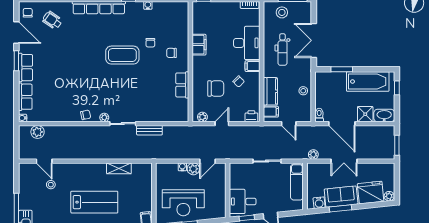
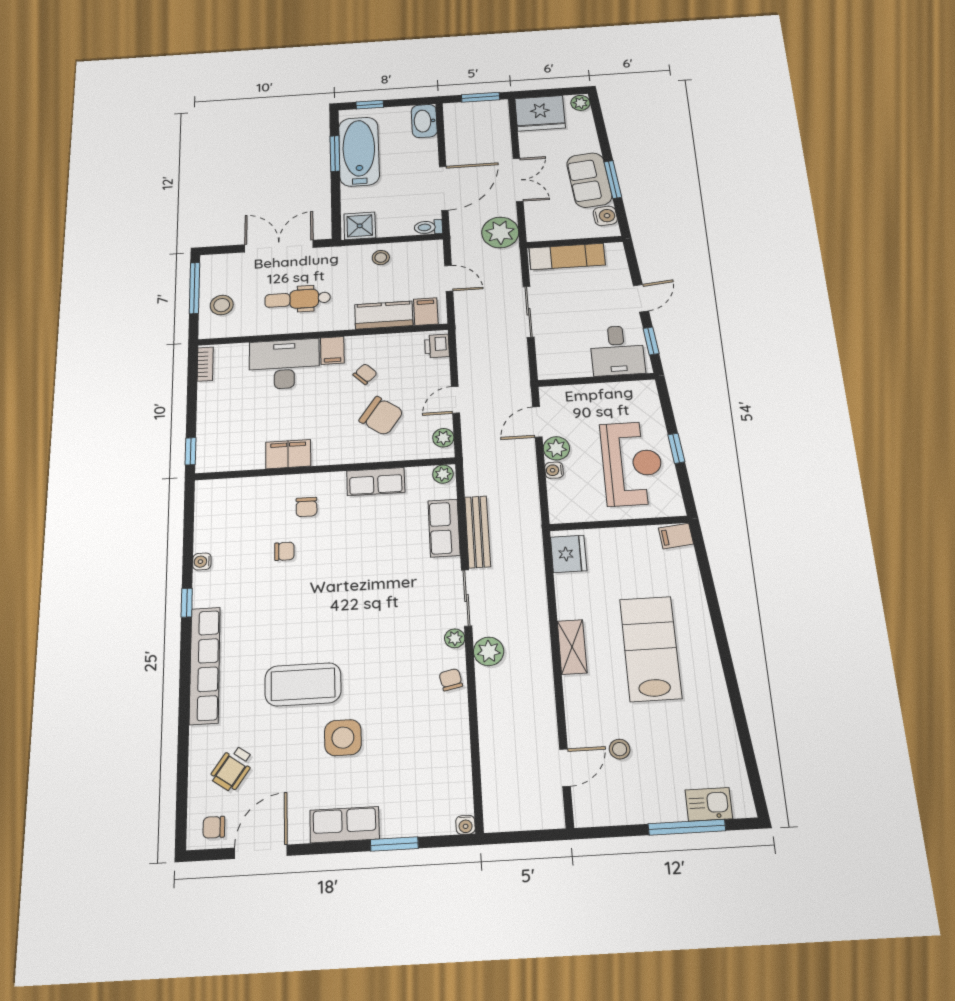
double door: (314, 40) -> (279, 246), swing flipped
dental chair: (282, 50) -> (298, 299), turned 180
coffee table: (122, 55) -> (303, 684), moved, turned 90
window: (16, 61) -> (394, 844), moved
side table: (63, 68) -> (343, 738), added
window: (342, 69) -> (335, 154), moved
chair: (216, 88) -> (381, 416), turned 125
row of seats: (25, 97) -> (444, 528), moved, turned -90
shower: (365, 114) -> (360, 226), moved
plant: (184, 116) -> (443, 474), added
door: (222, 124) -> (455, 400), hinge flipped
door: (289, 124) -> (449, 278), hinge flipped
bench: (149, 130) -> (478, 532), width x1.36
plant: (38, 132) -> (489, 651), moved
plant: (313, 154) -> (500, 232), width x1.87, depth x1.87
door: (208, 161) -> (537, 422), swing flipped
shelving: (119, 168) -> (572, 647), moved
fridge: (141, 170) -> (569, 554), added
fridge: (371, 193) -> (540, 113), moved, turned -84

